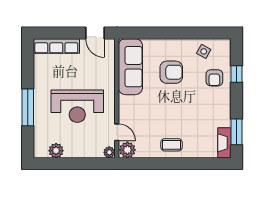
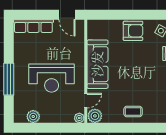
sofa: (130, 67) -> (97, 64), moved
armchair: (171, 72) -> (133, 31), moved
door: (117, 132) -> (86, 101), hinge flipped

